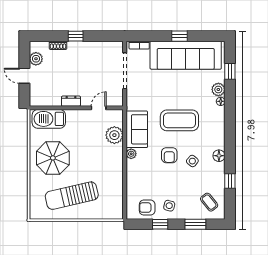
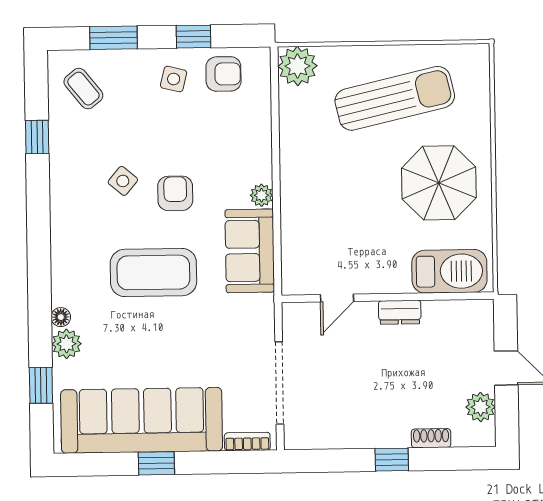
plant: (114, 135) -> (297, 66), moved
floor lamp: (219, 156) -> (63, 194), removed

